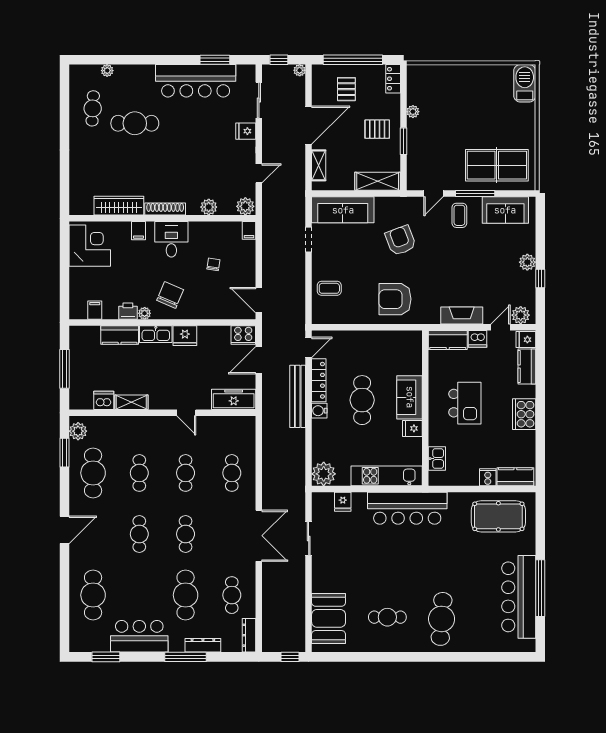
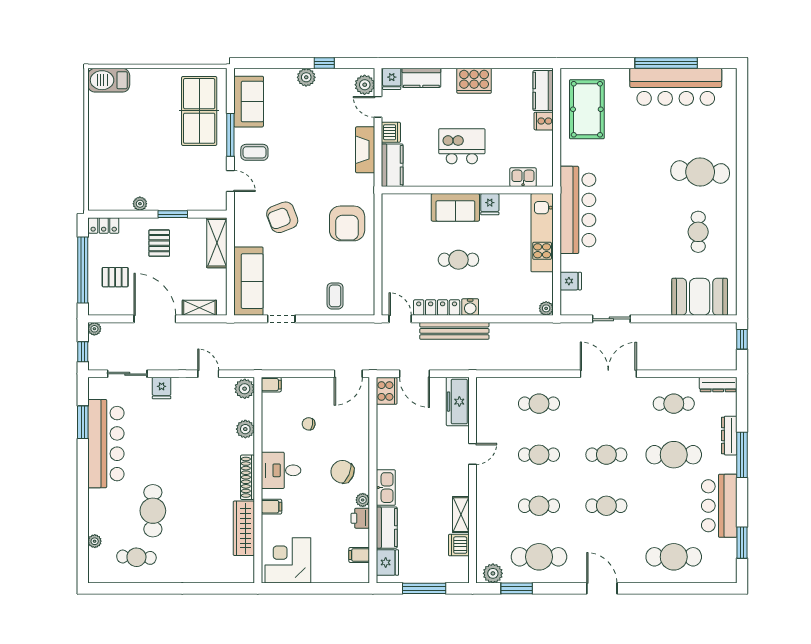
fridge: (185, 336) -> (387, 563), moved
cafe table: (362, 400) -> (458, 260), width x0.73, depth x0.74
plant: (324, 474) -> (546, 308), width x0.53, depth x0.53

